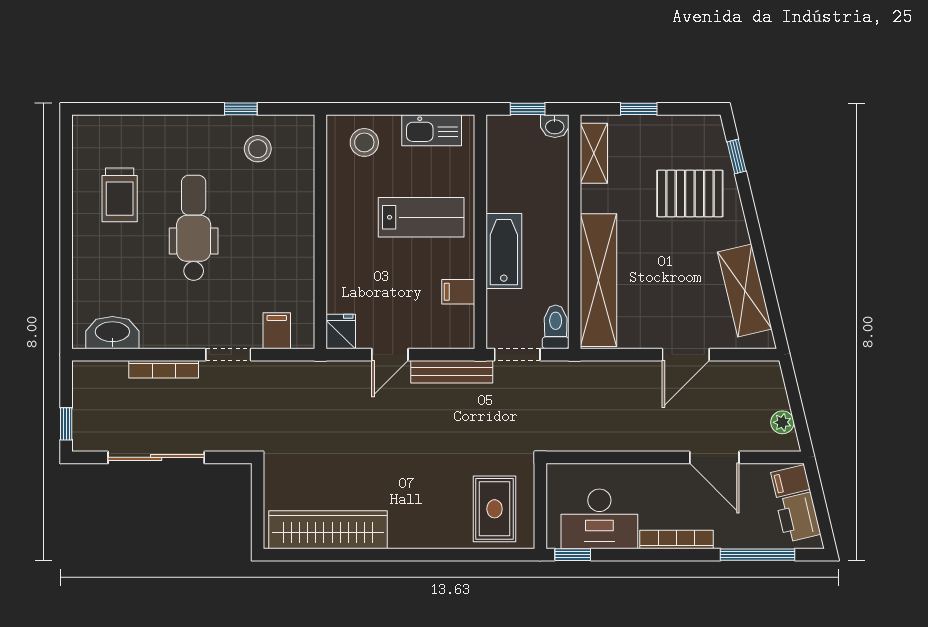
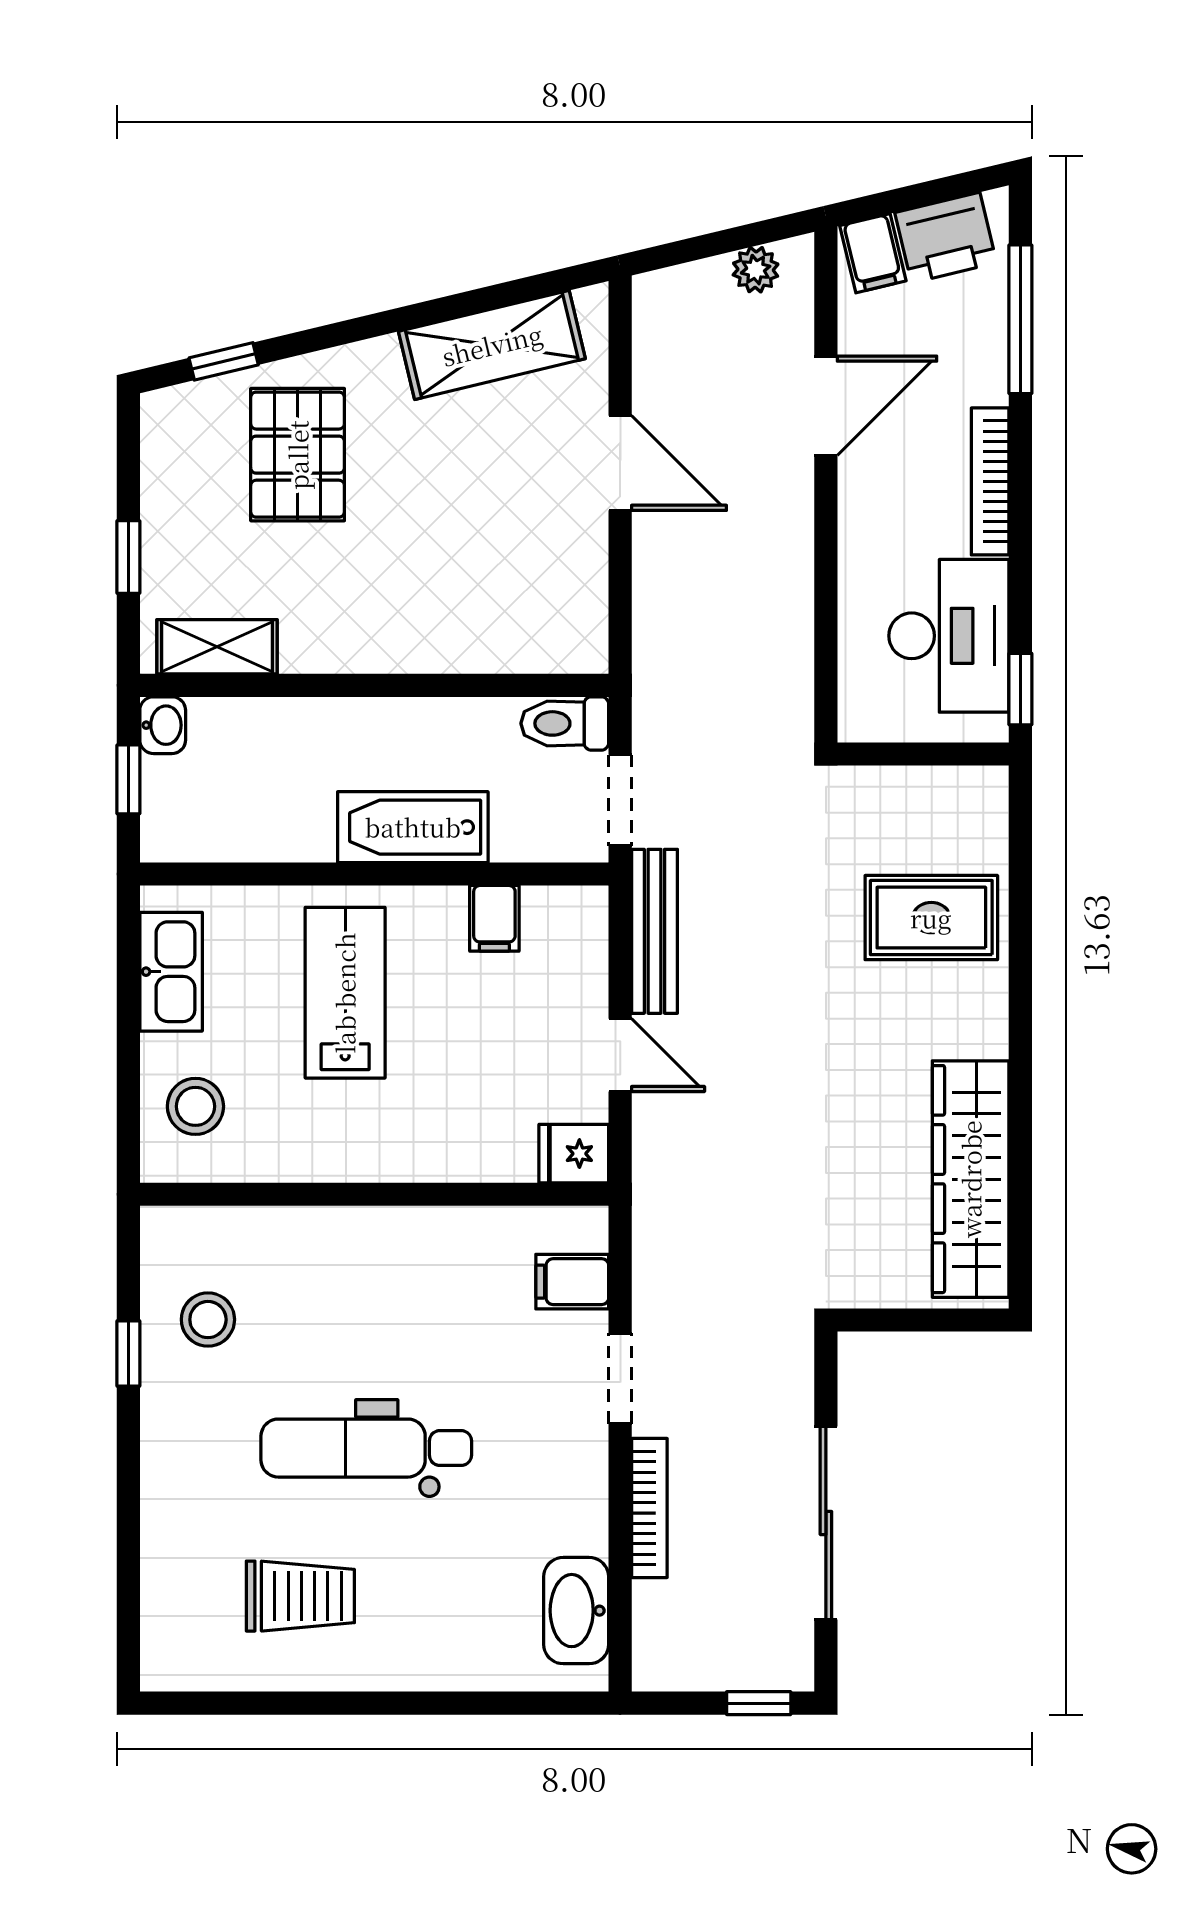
shelving: (598, 280) -> (471, 638), removed
rug: (495, 509) -> (931, 918), moved

